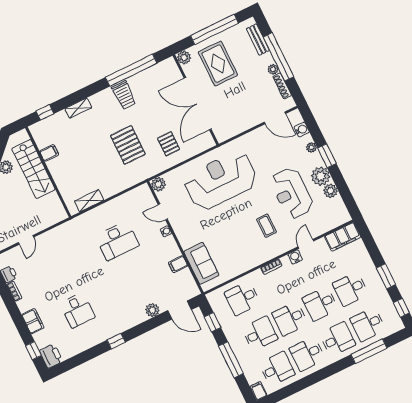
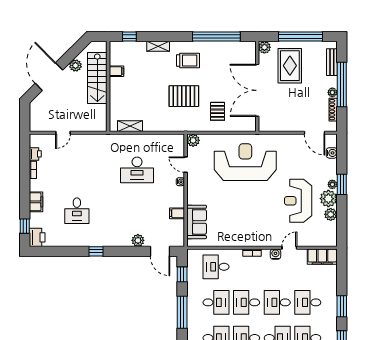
trolley: (124, 95) -> (188, 61), moved, turned -90
pallet: (128, 145) -> (184, 96), turned 90
plant: (311, 147) -> (332, 184), moved
coffee table: (266, 226) -> (265, 217), removed

